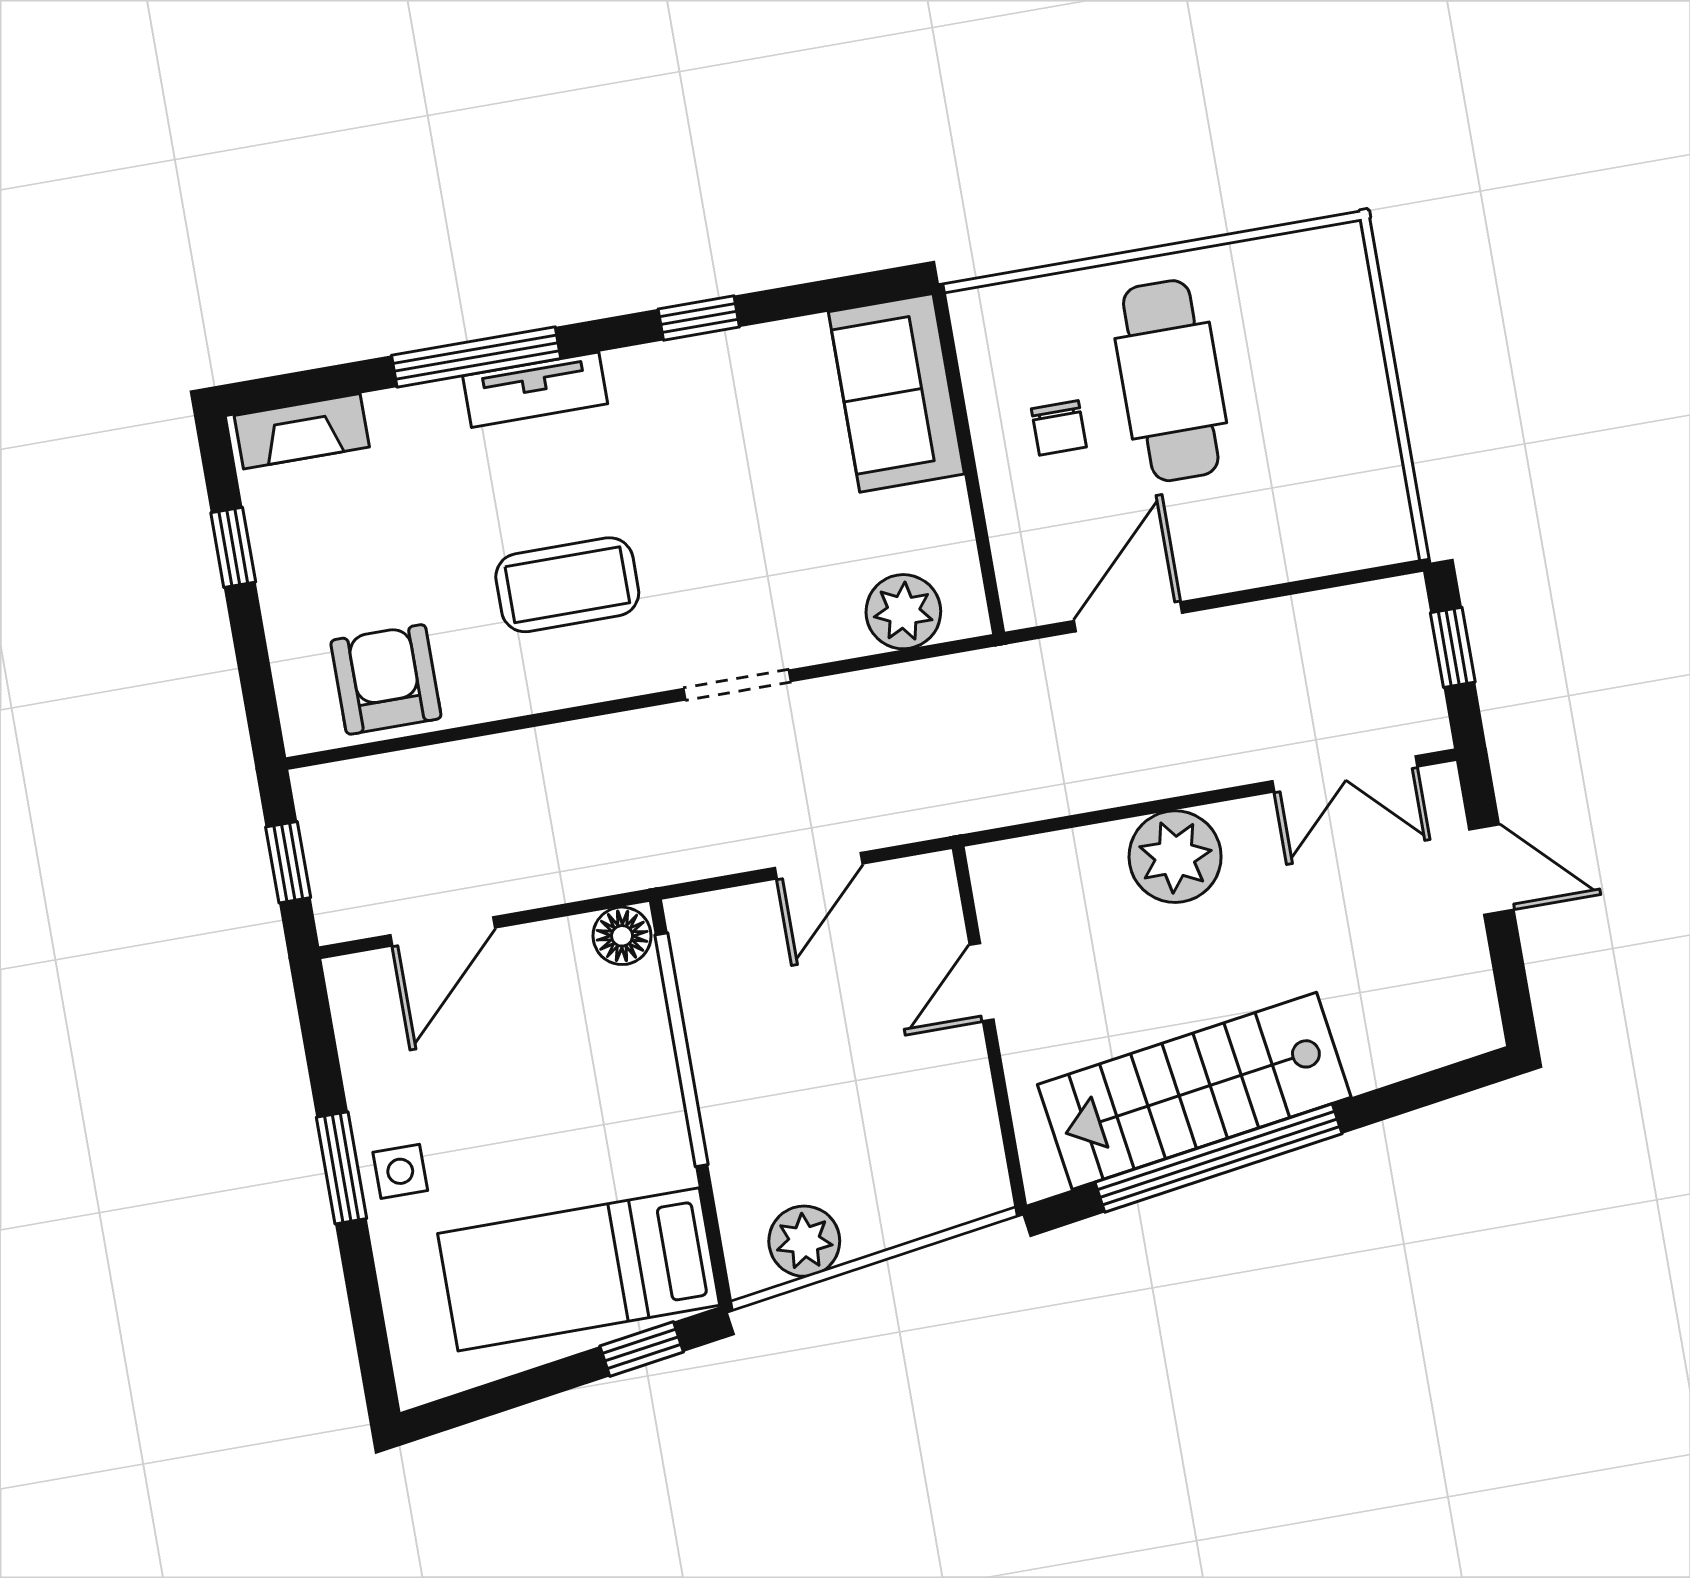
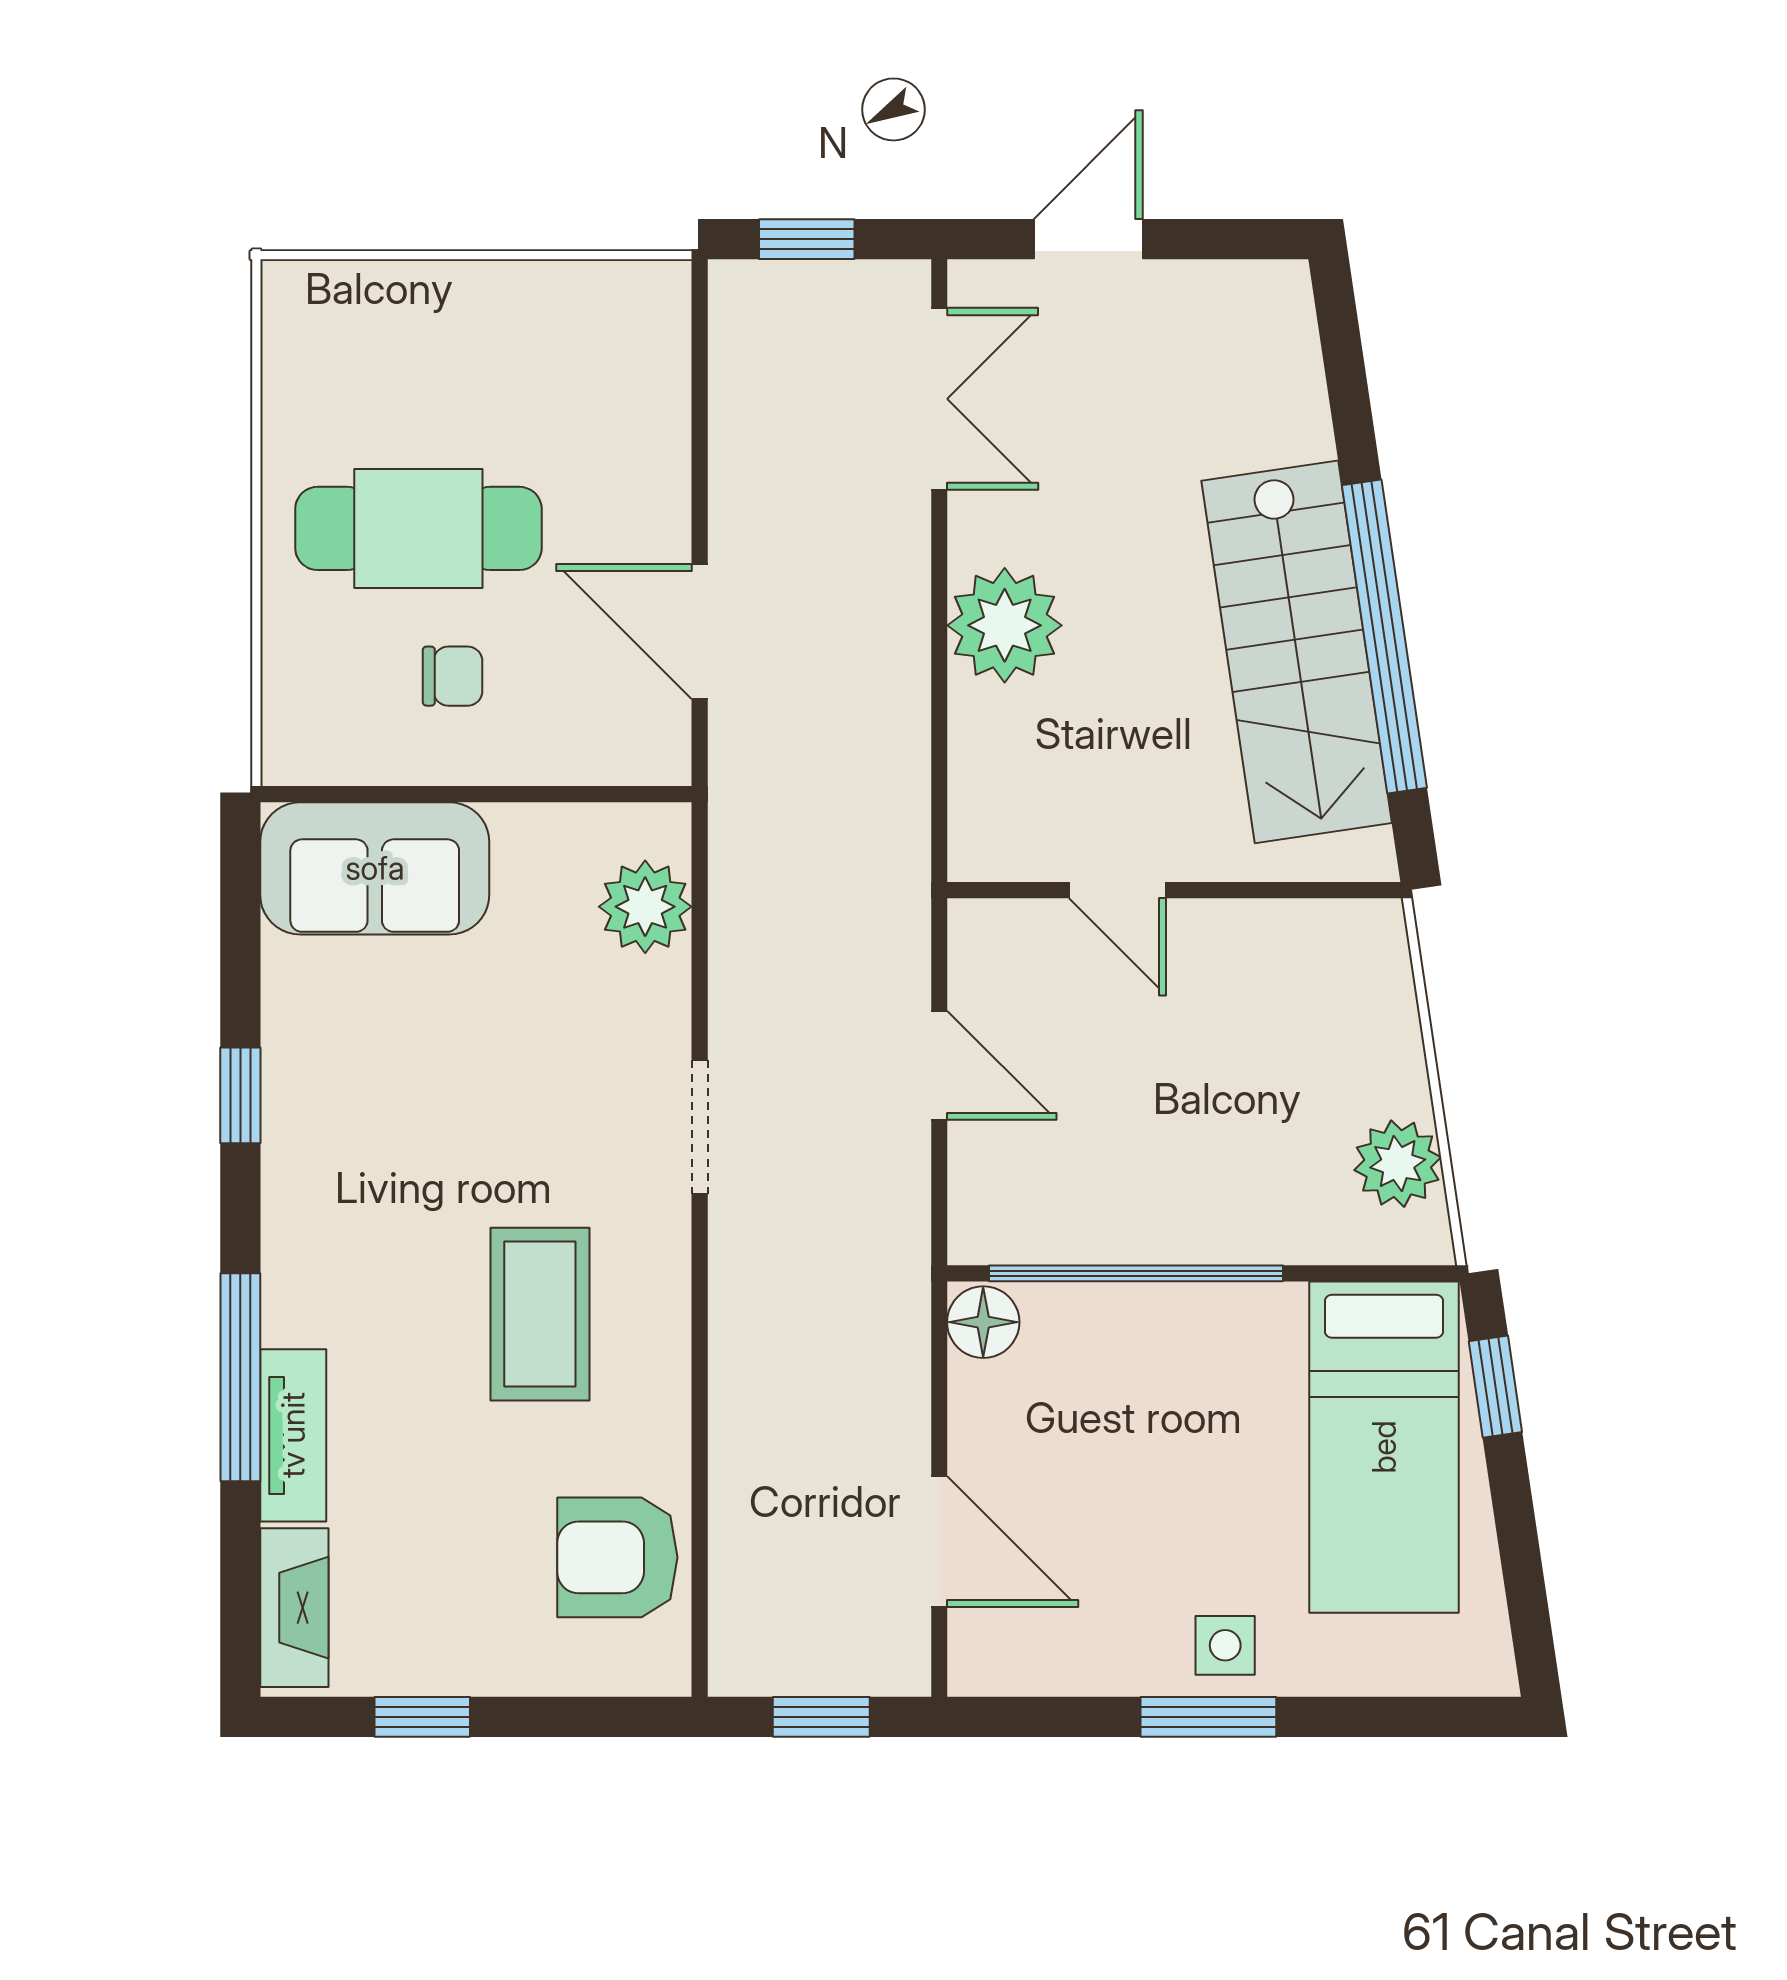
tv unit: (535, 390) -> (293, 1435), moved

